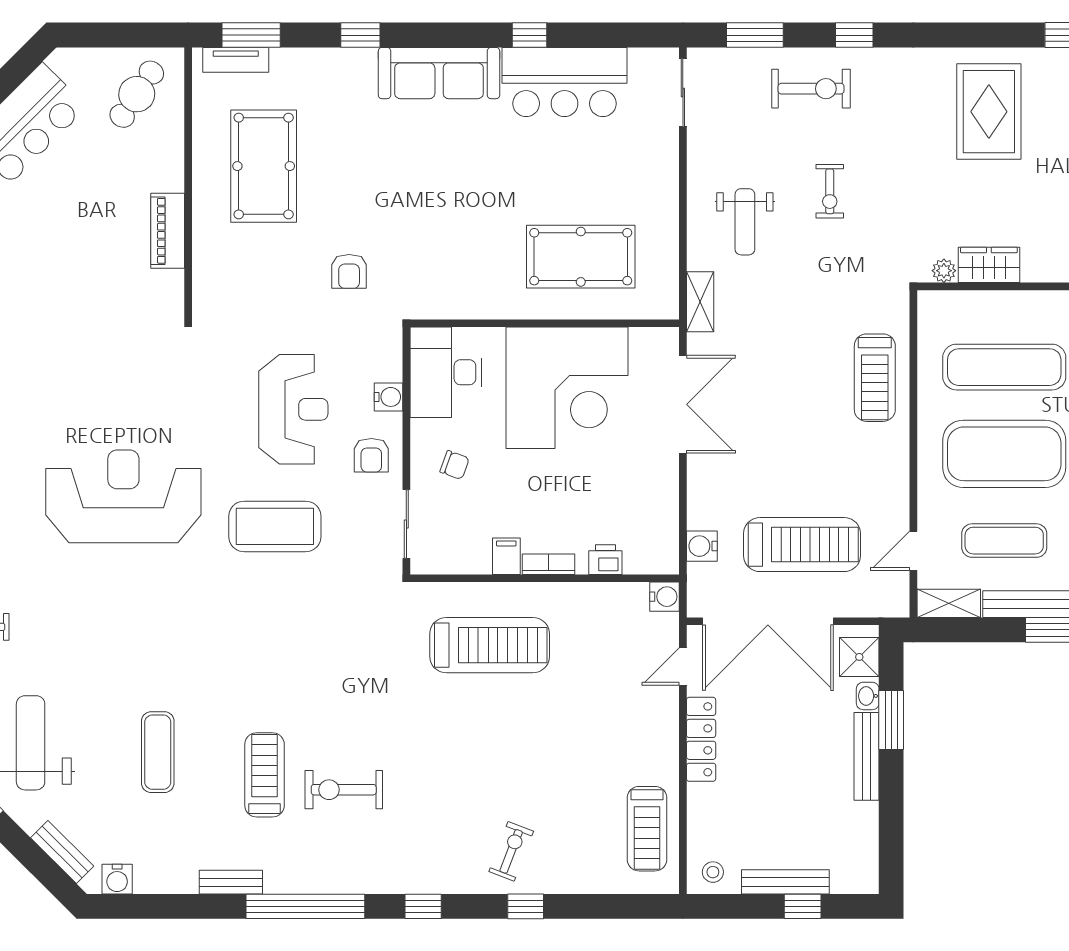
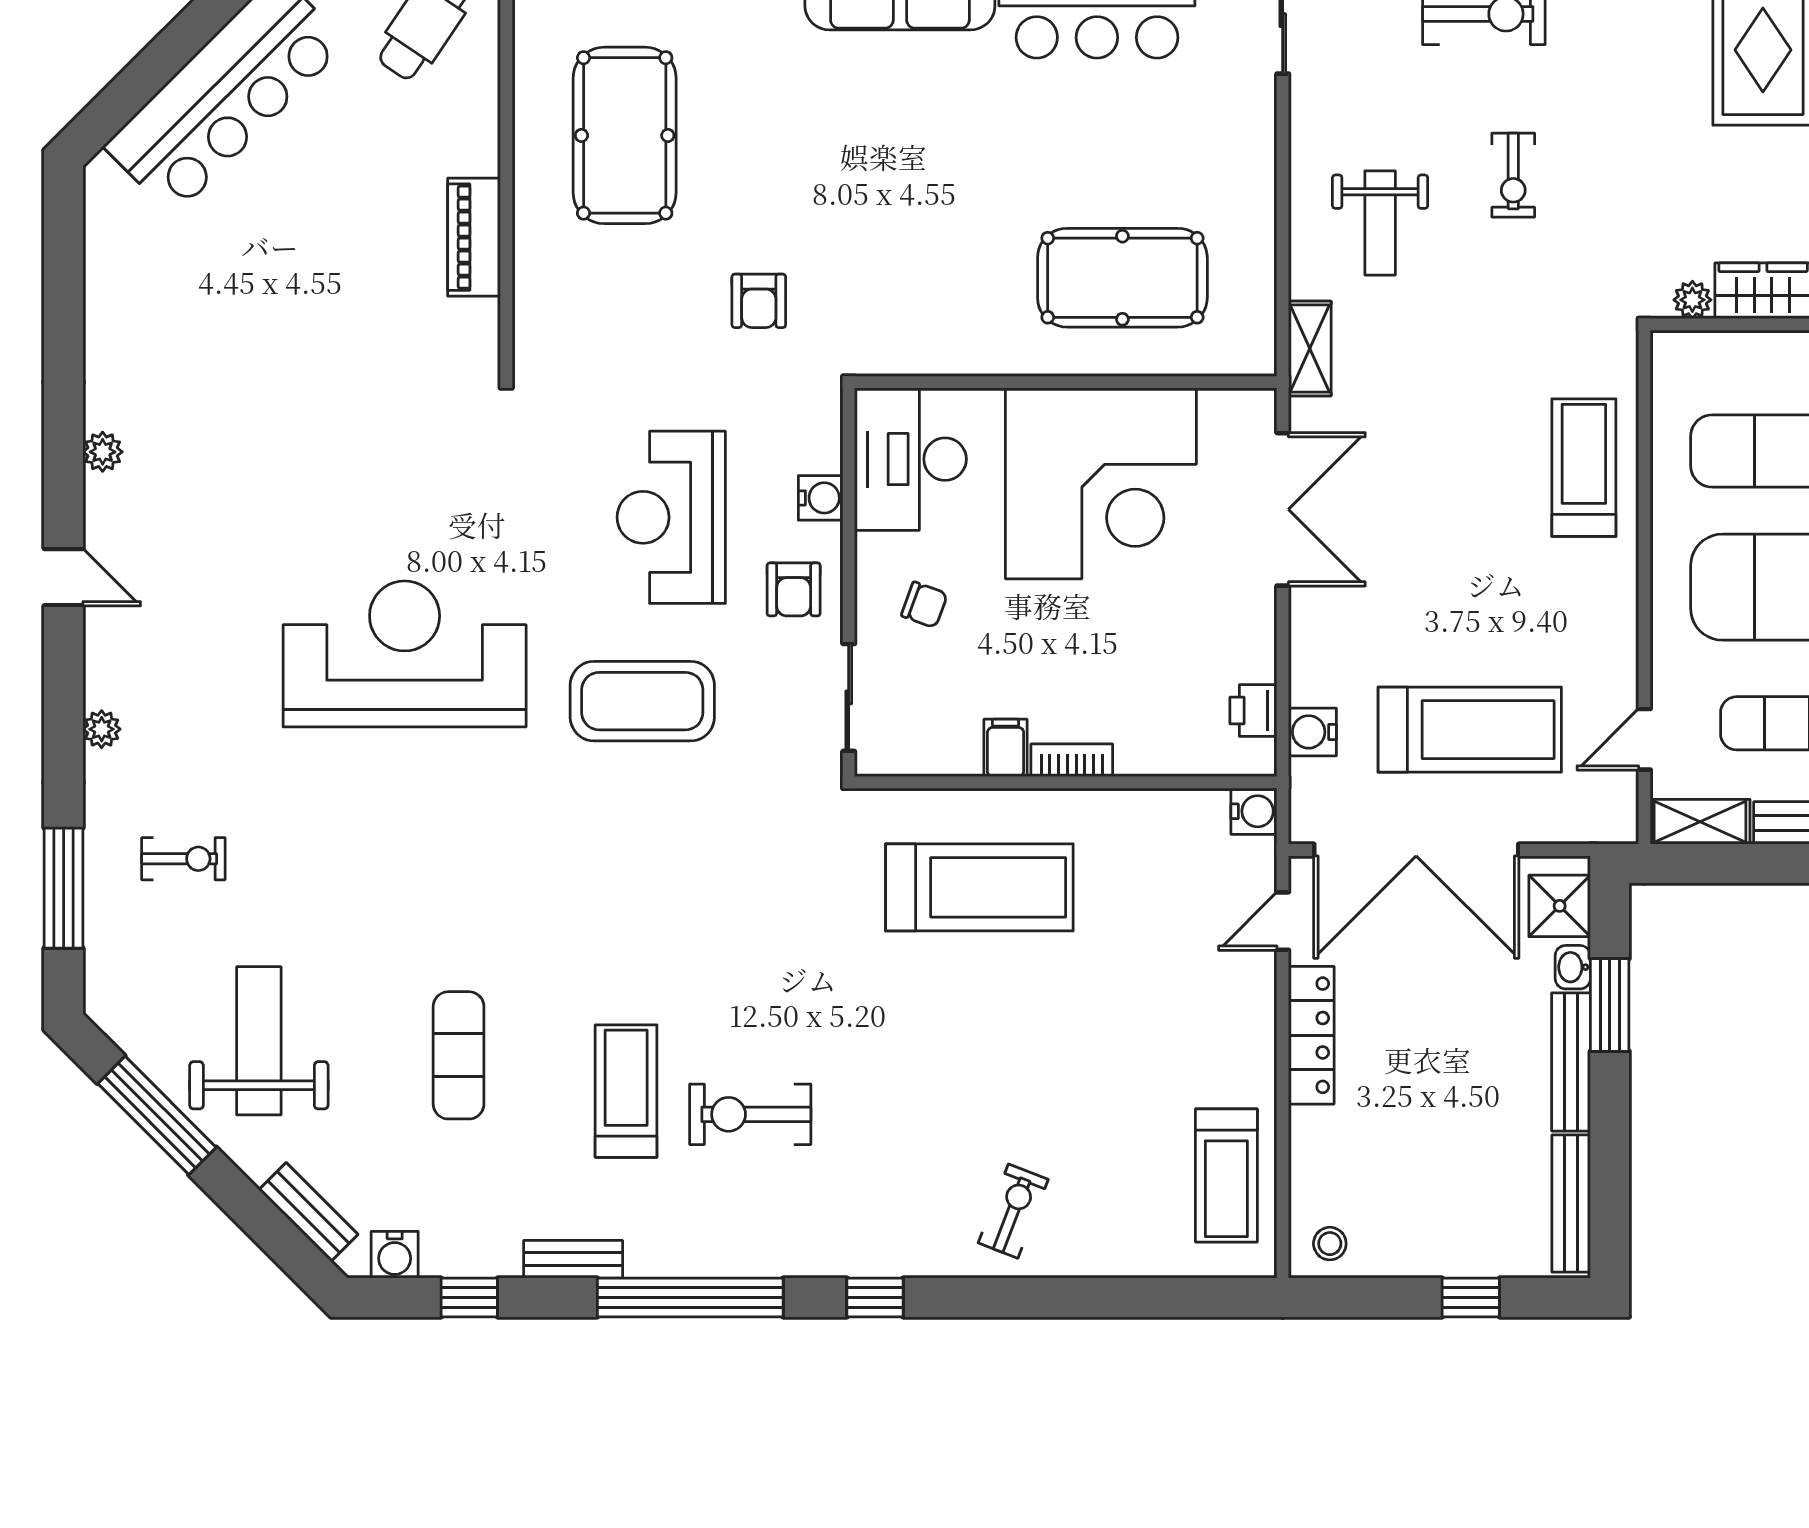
treadmill: (875, 378) -> (1584, 468), turned 180
reception desk: (293, 409) -> (671, 517), turned 180
printer: (605, 560) -> (1253, 711), moved, turned -90
bench: (785, 882) -> (1571, 1204), moved, turned 90
window: (526, 906) -> (469, 1298), moved

